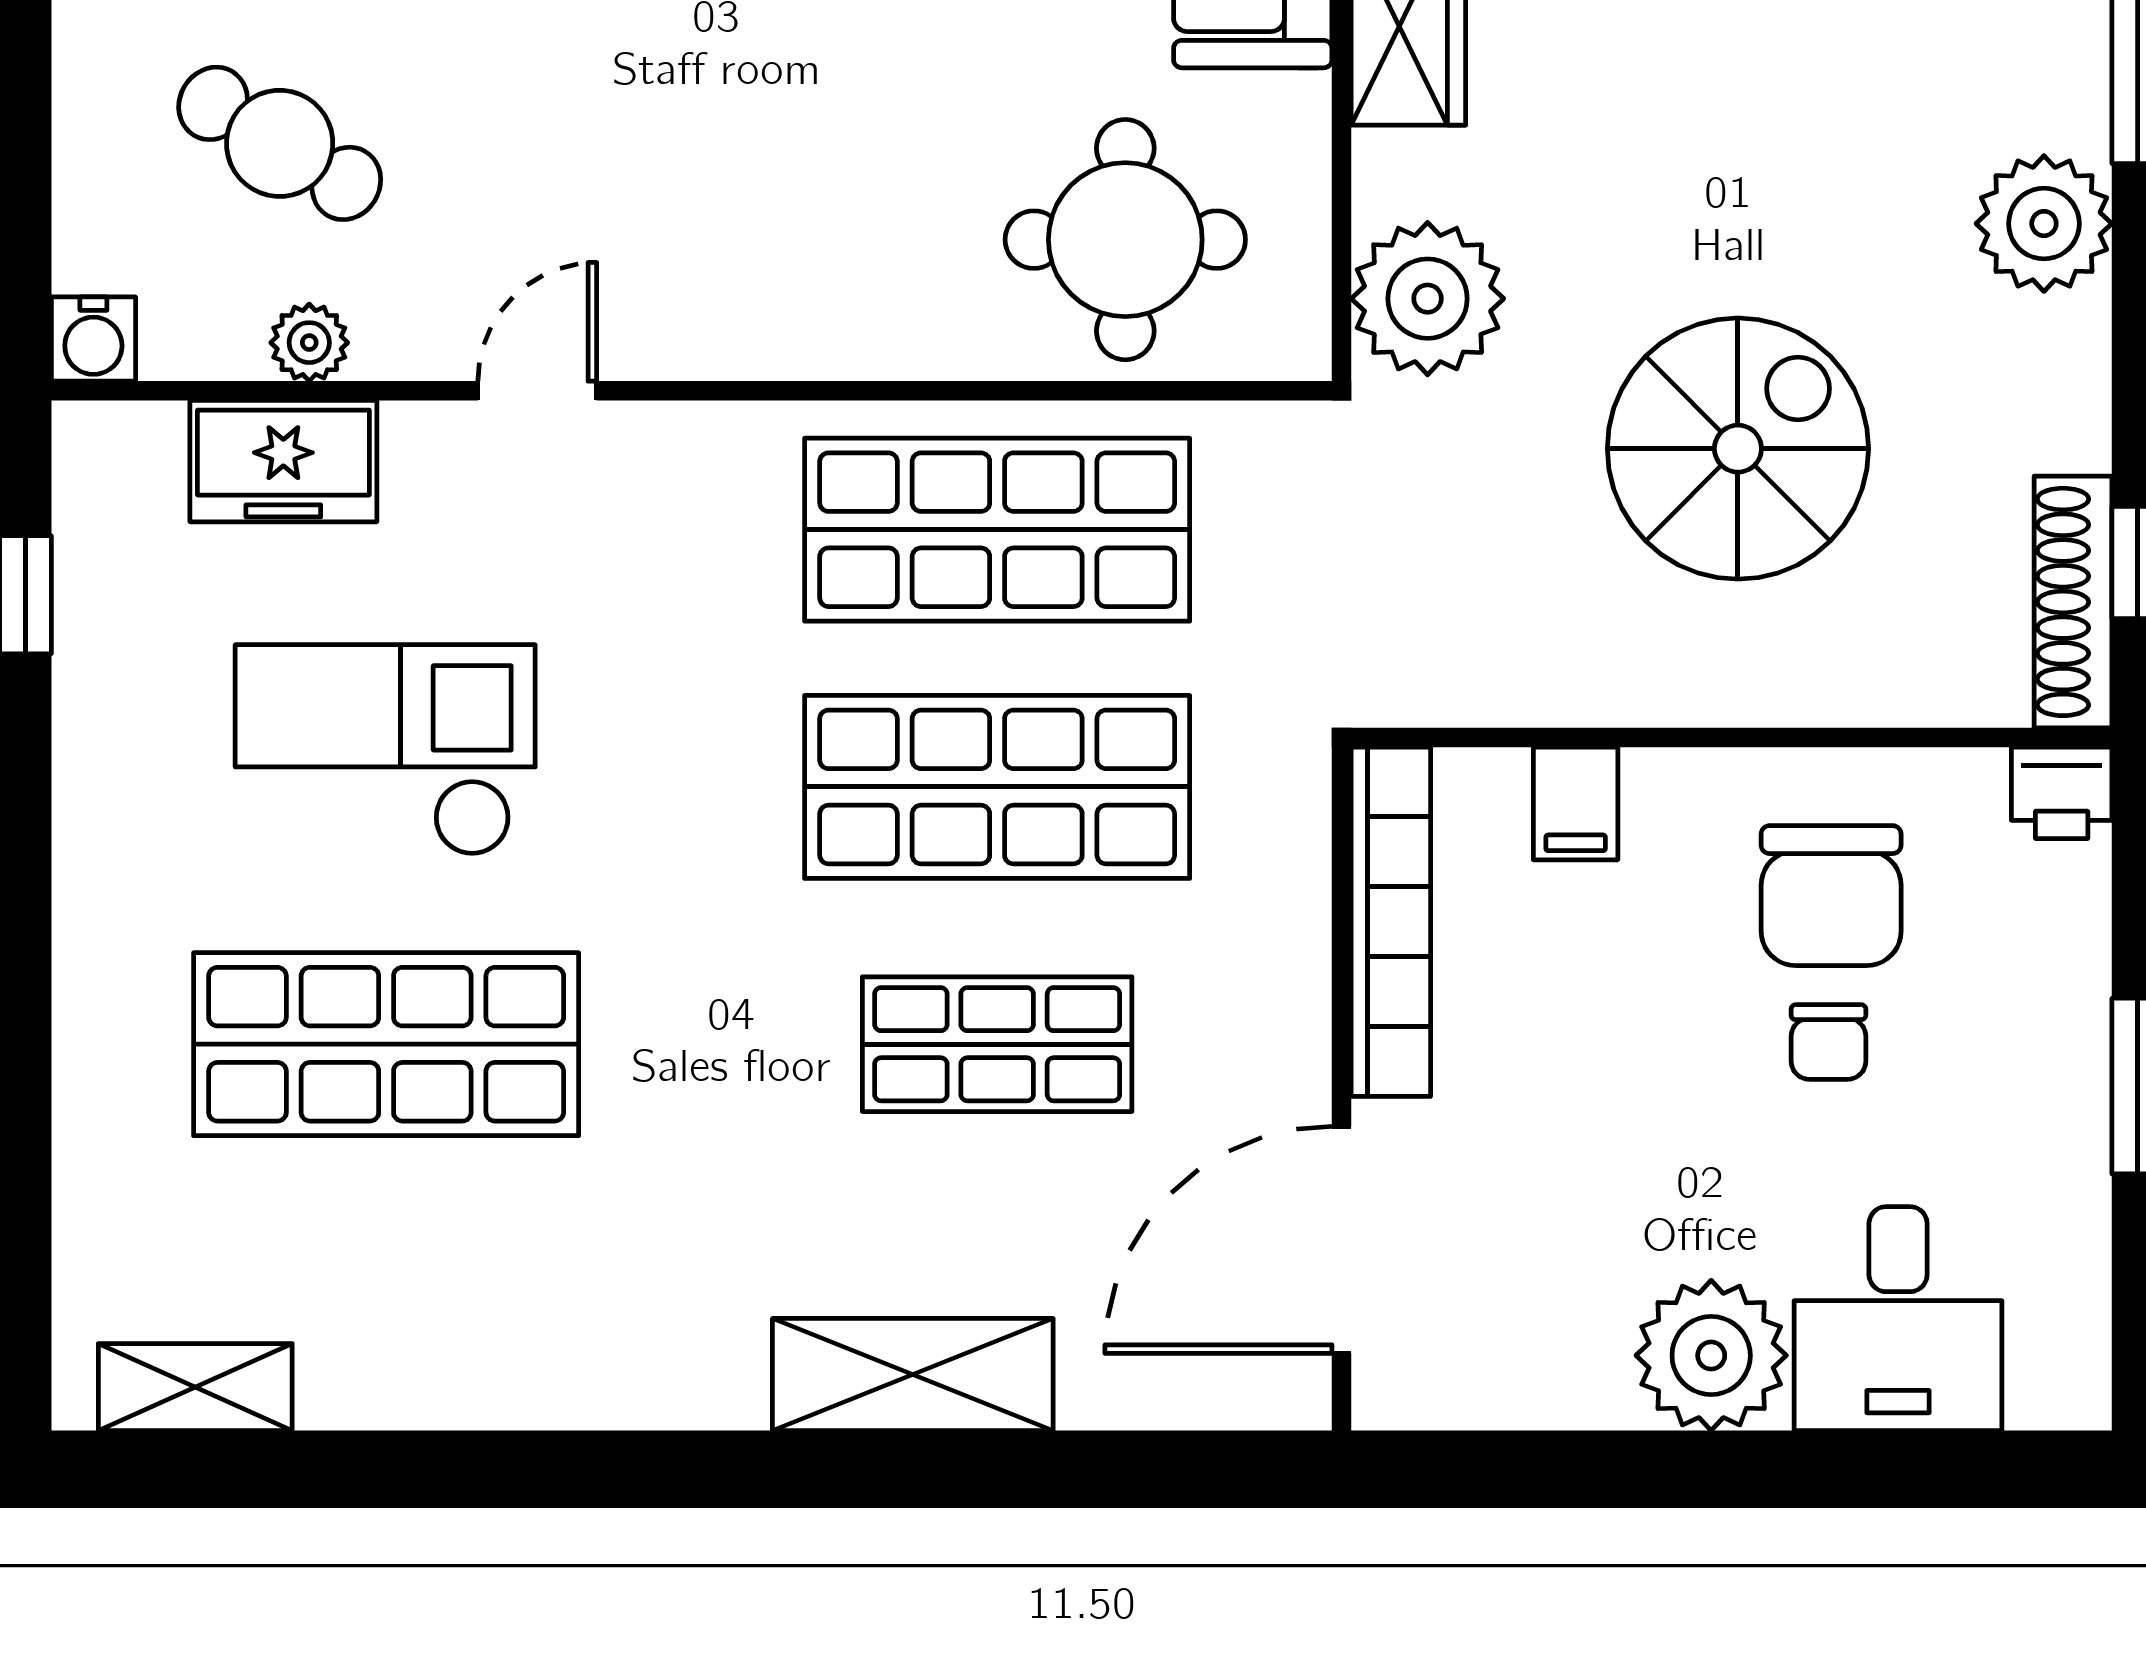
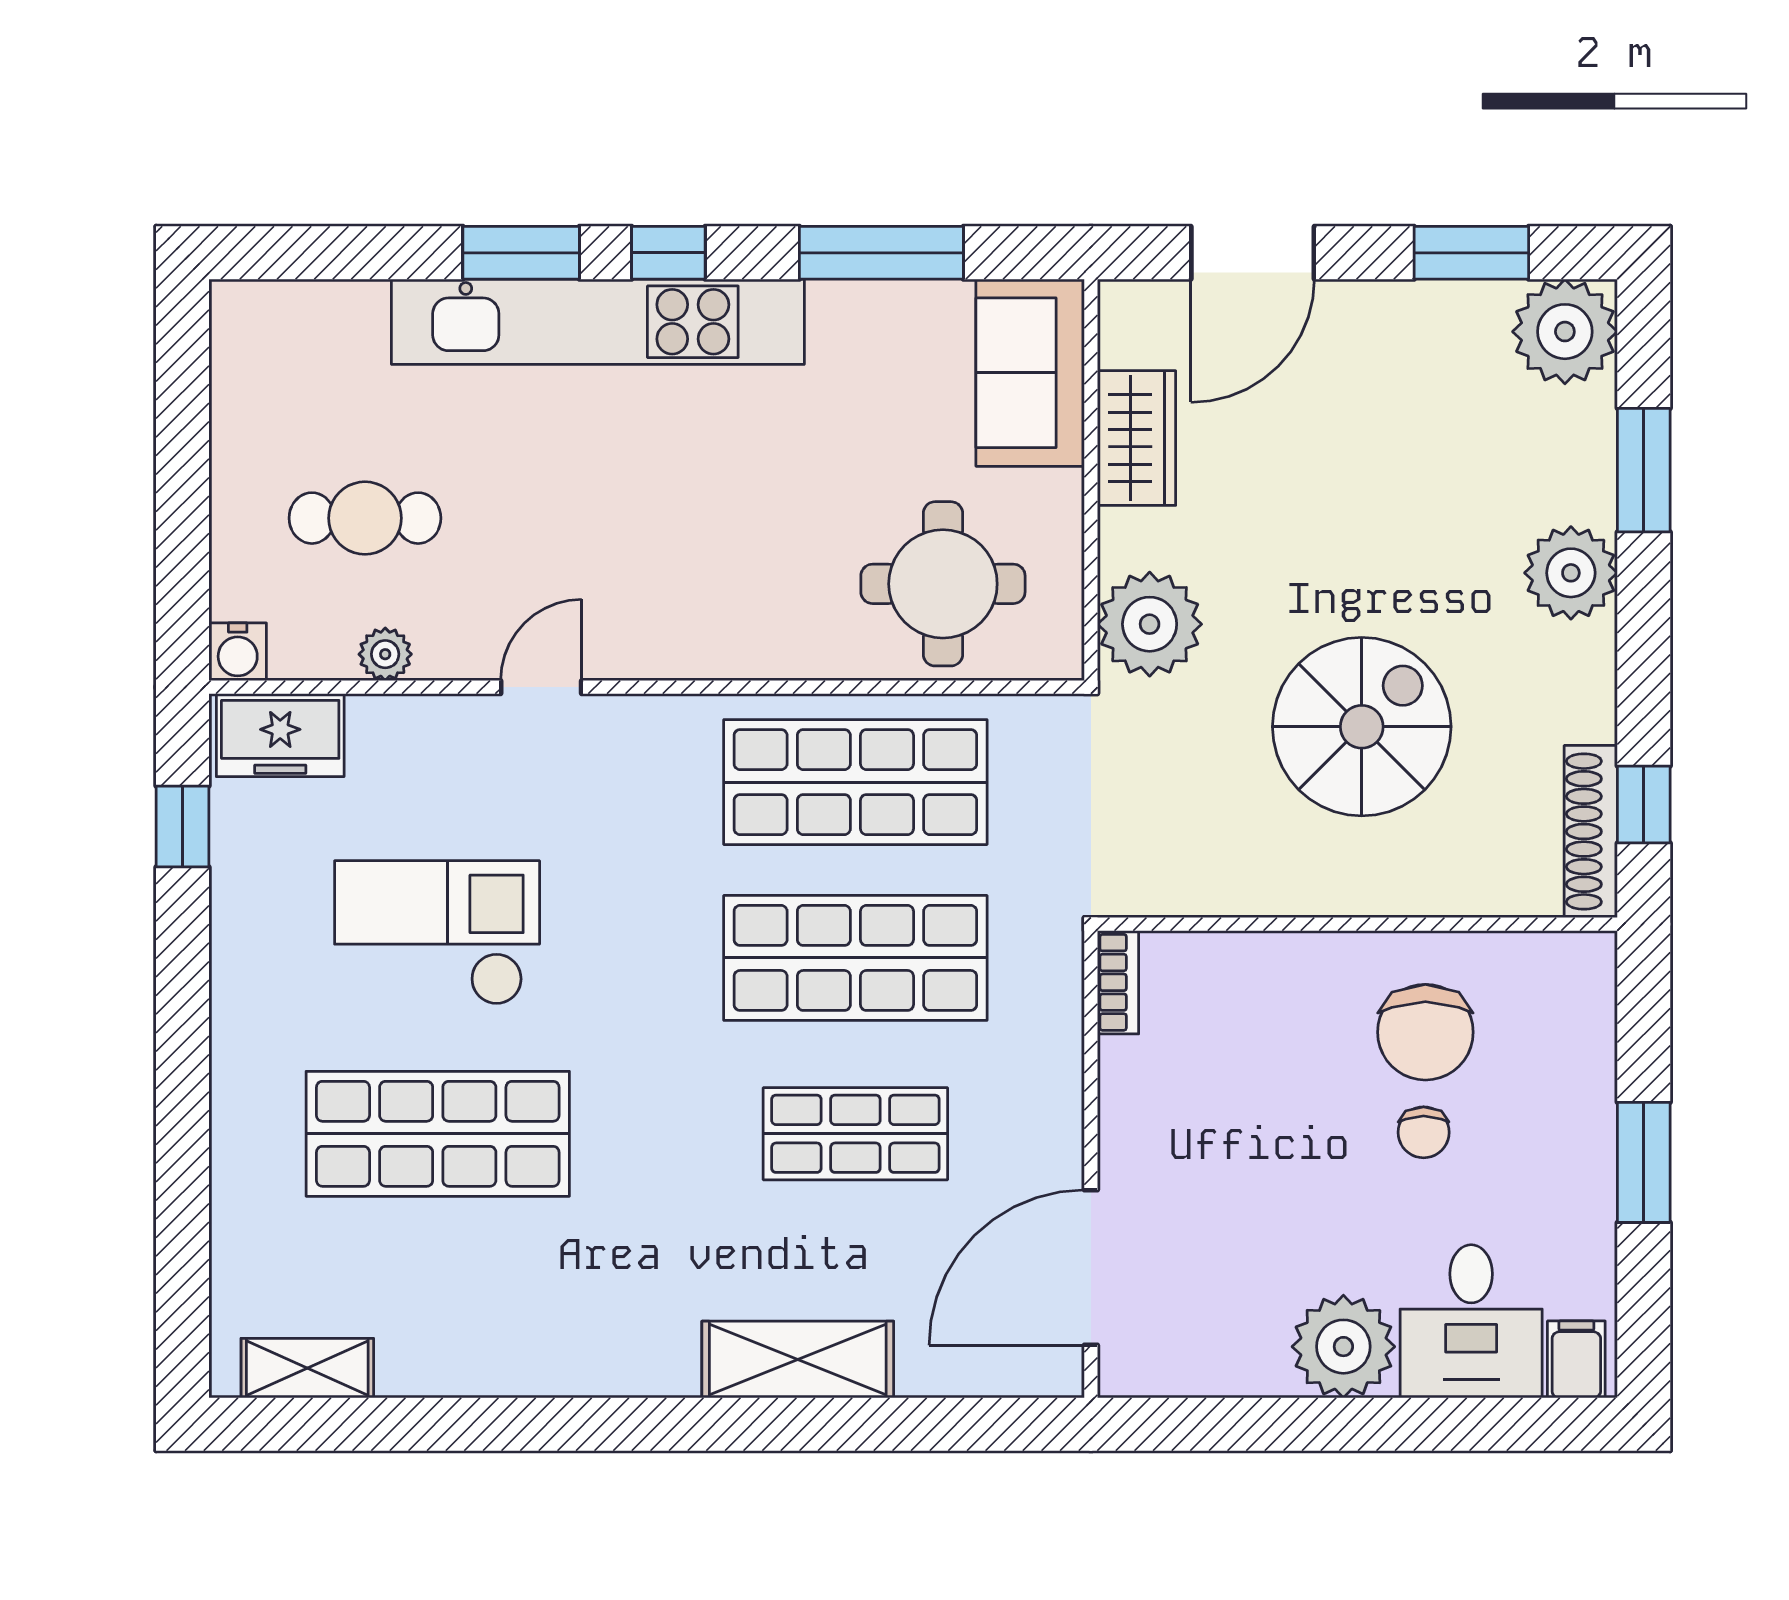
cafe table: (280, 143) -> (365, 518), turned -31
freezer: (283, 461) -> (280, 735), moved
printer: (2062, 793) -> (1583, 962), removed
filing cabinet: (1576, 803) -> (1576, 1359), moved, turned 180
bookcase: (1391, 922) -> (1118, 982), width x0.43, depth x0.76

